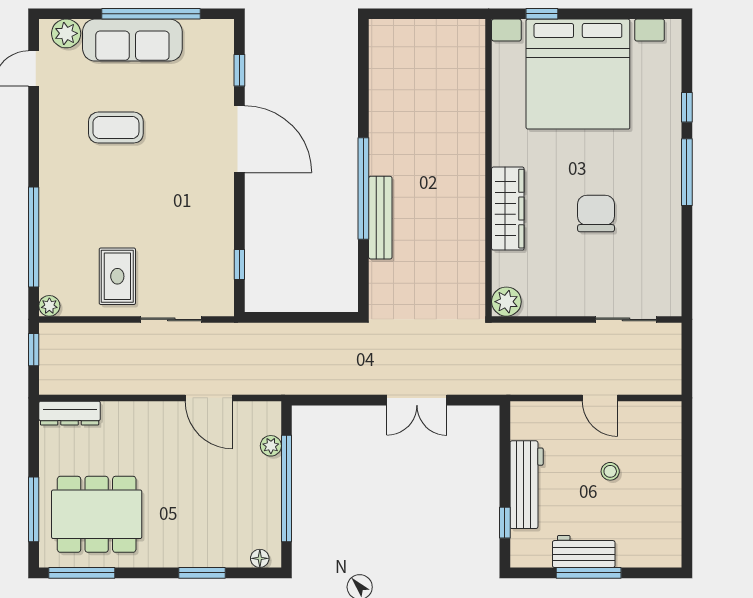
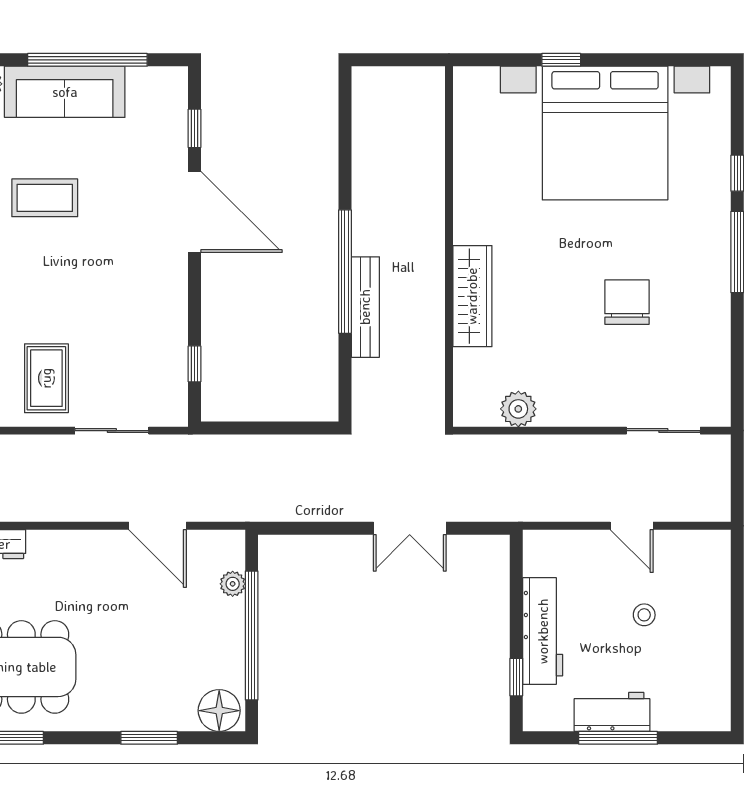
wall: (489, 168) -> (449, 246), moved
wardrobe: (508, 209) -> (472, 296), moved
floor lamp: (260, 558) -> (219, 711), width x1.89, depth x1.89

